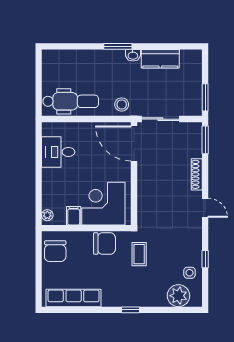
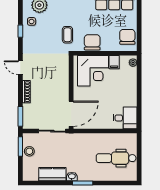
dental chair: (71, 101) -> (116, 158), moved
stool: (122, 104) -> (29, 151), moved
door: (134, 143) -> (71, 114), hinge flipped
desk: (58, 152) -> (125, 118), moved
chair: (104, 243) -> (92, 42), turned 90

